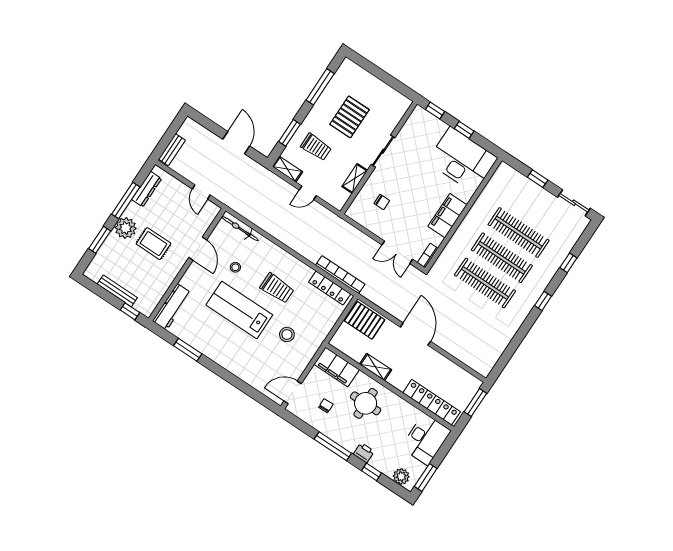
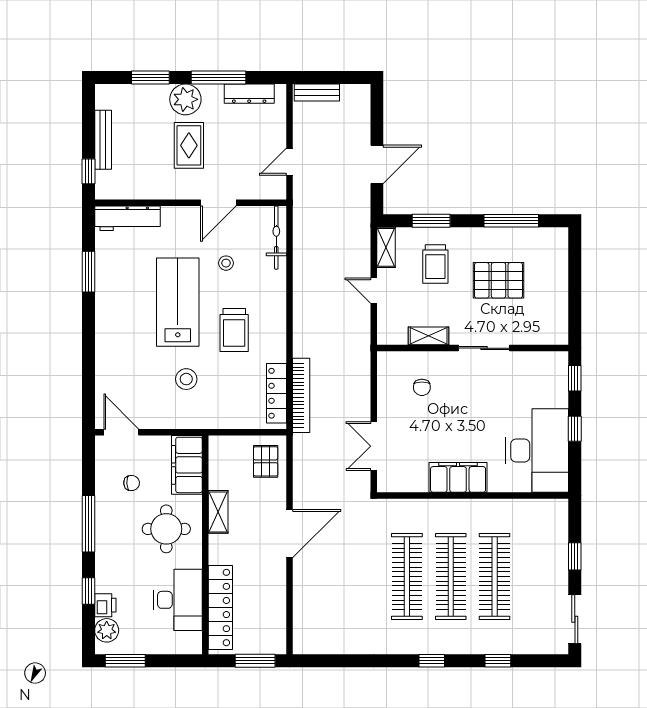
bookcase: (428, 256) -> (394, 485), removed
pallet: (365, 320) -> (266, 461), width x0.67, depth x0.71
desk: (426, 439) -> (178, 600), moved, turned -90
printer: (364, 453) -> (105, 605), moved

